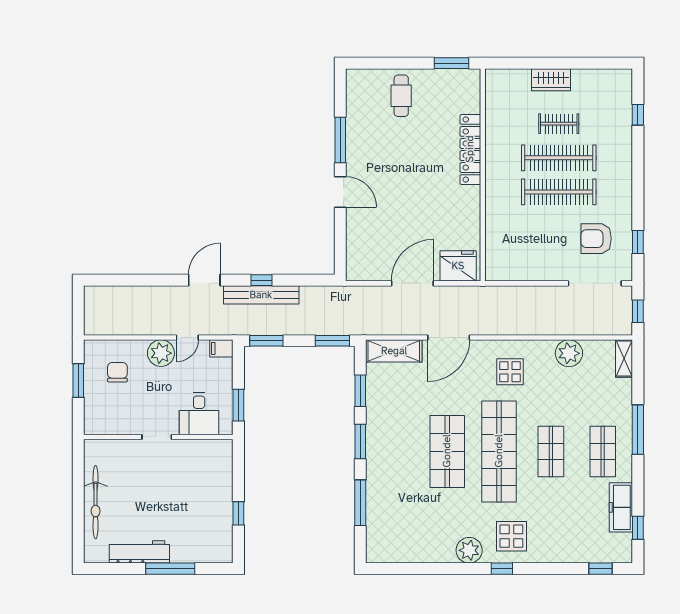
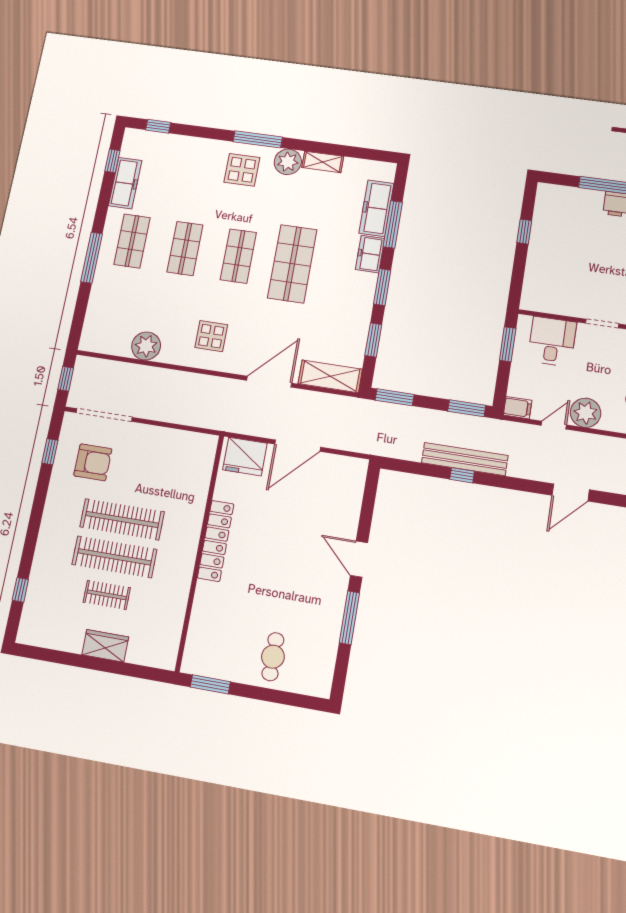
locker: (470, 149) -> (216, 541), moved
door: (204, 280) -> (571, 492), moved
shelving: (624, 359) -> (323, 162), moved, turned 90
shop shelf: (499, 451) -> (238, 256), width x0.50, depth x0.74
freezer: (377, 471) -> (370, 254), added
freezer: (378, 516) -> (376, 208), added
window: (502, 569) -> (258, 139), width x2.17

